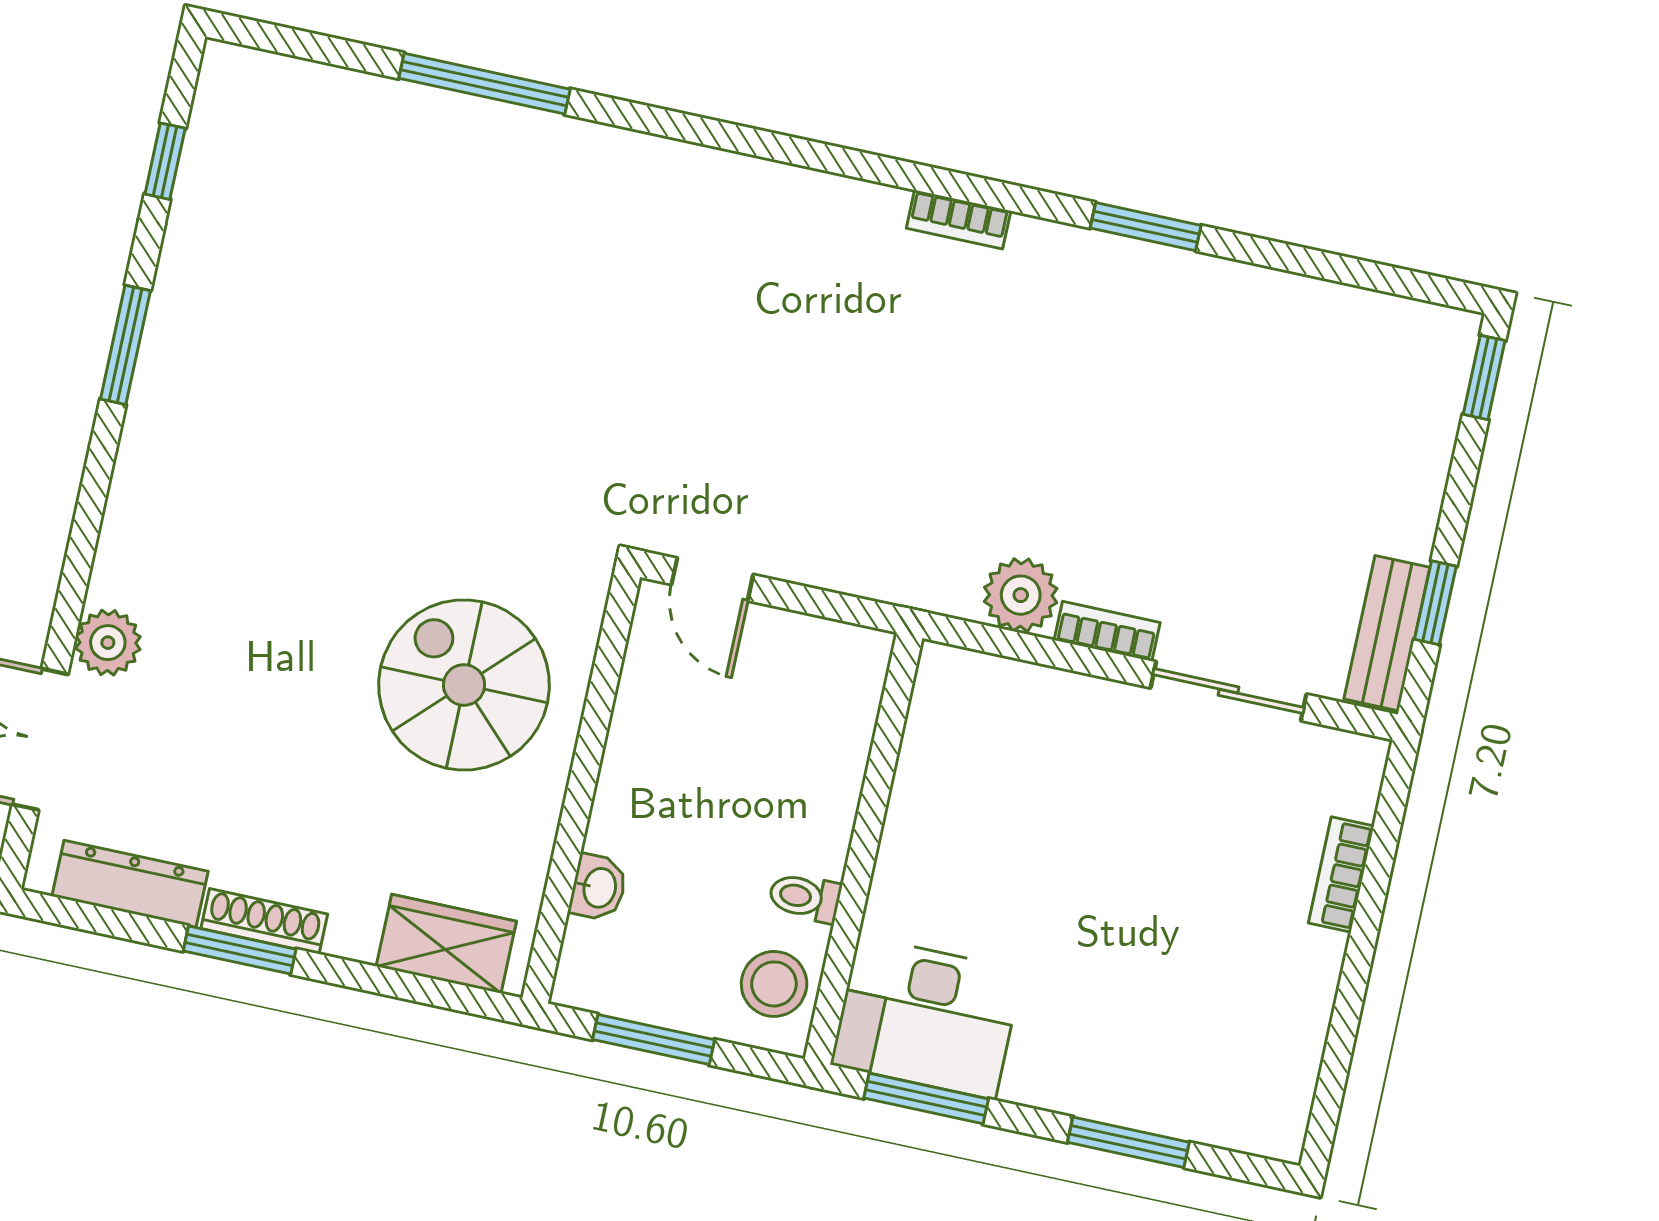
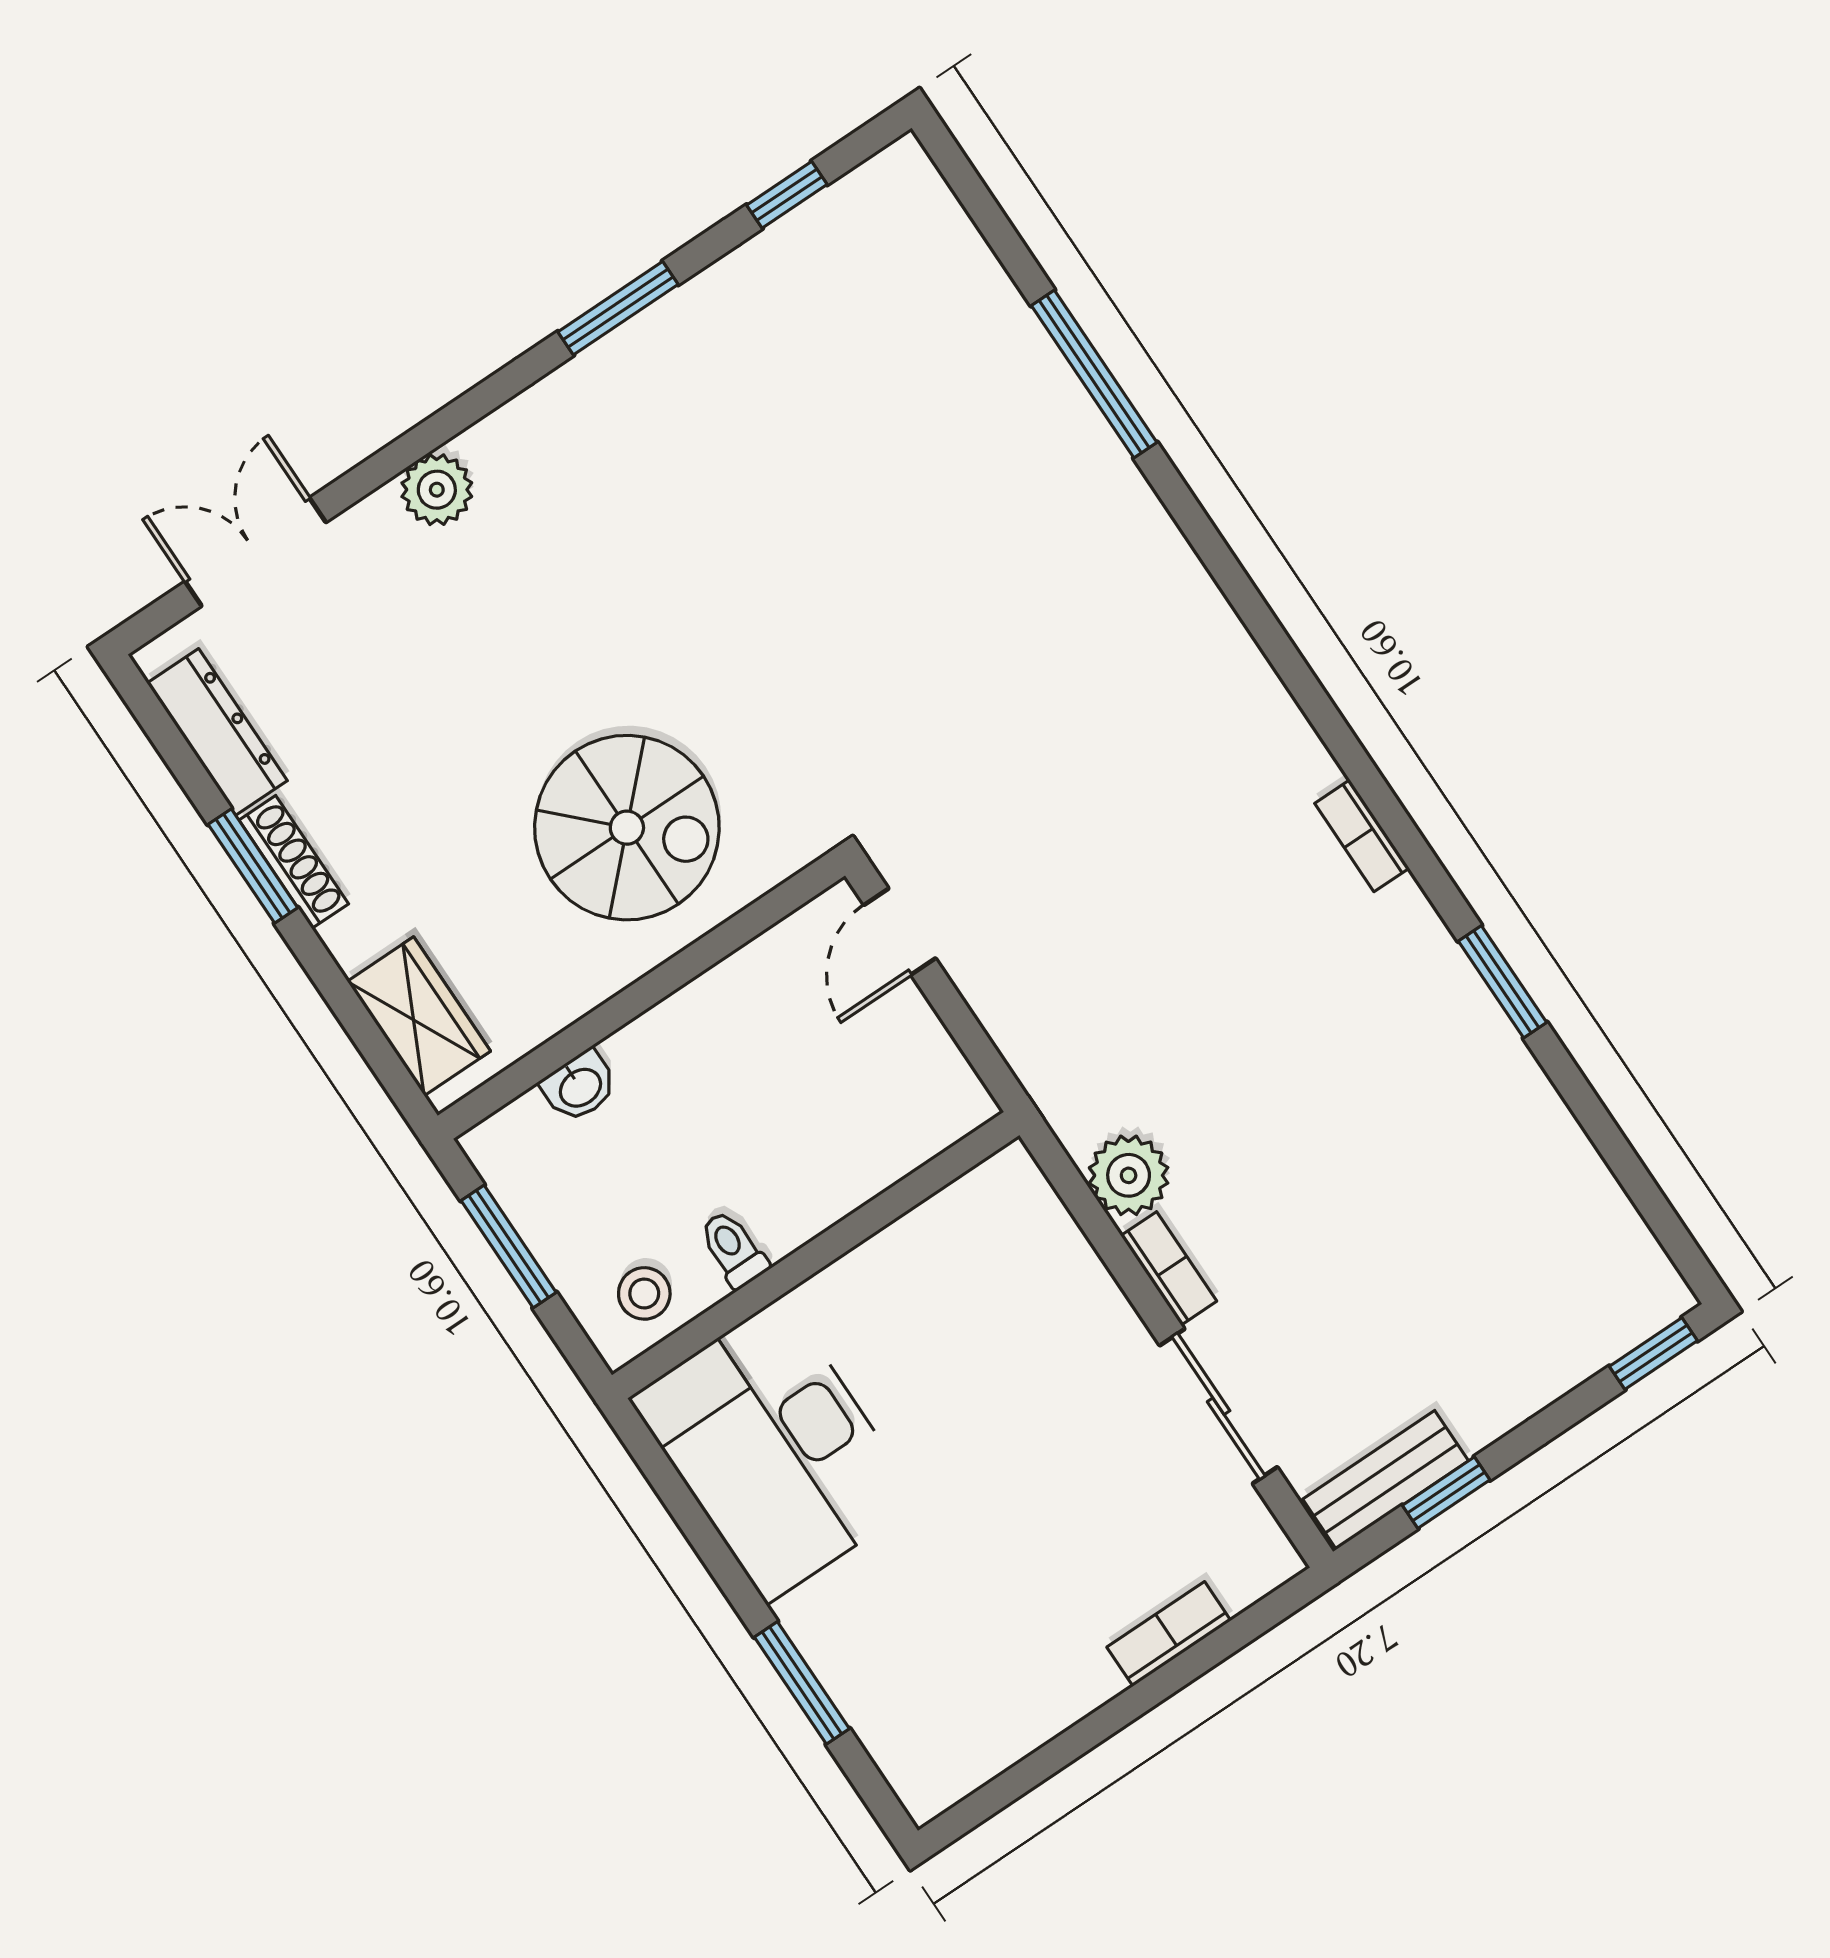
plant: (108, 643) -> (437, 490), moved
spiral stairs: (464, 685) -> (627, 828), turned 90
stool: (774, 984) -> (644, 1293), width x0.73, depth x0.73
desk: (927, 1018) -> (775, 1450), width x1.36, depth x1.30
window: (926, 1098) -> (677, 1497), removed

